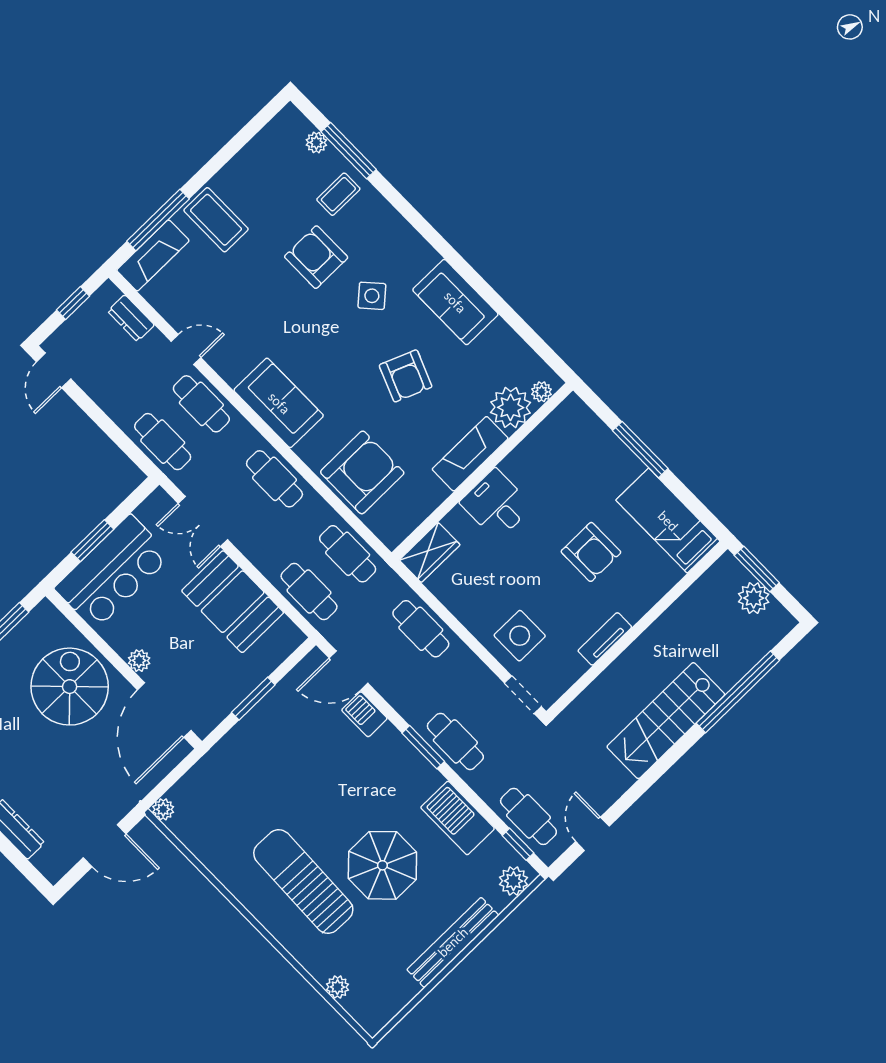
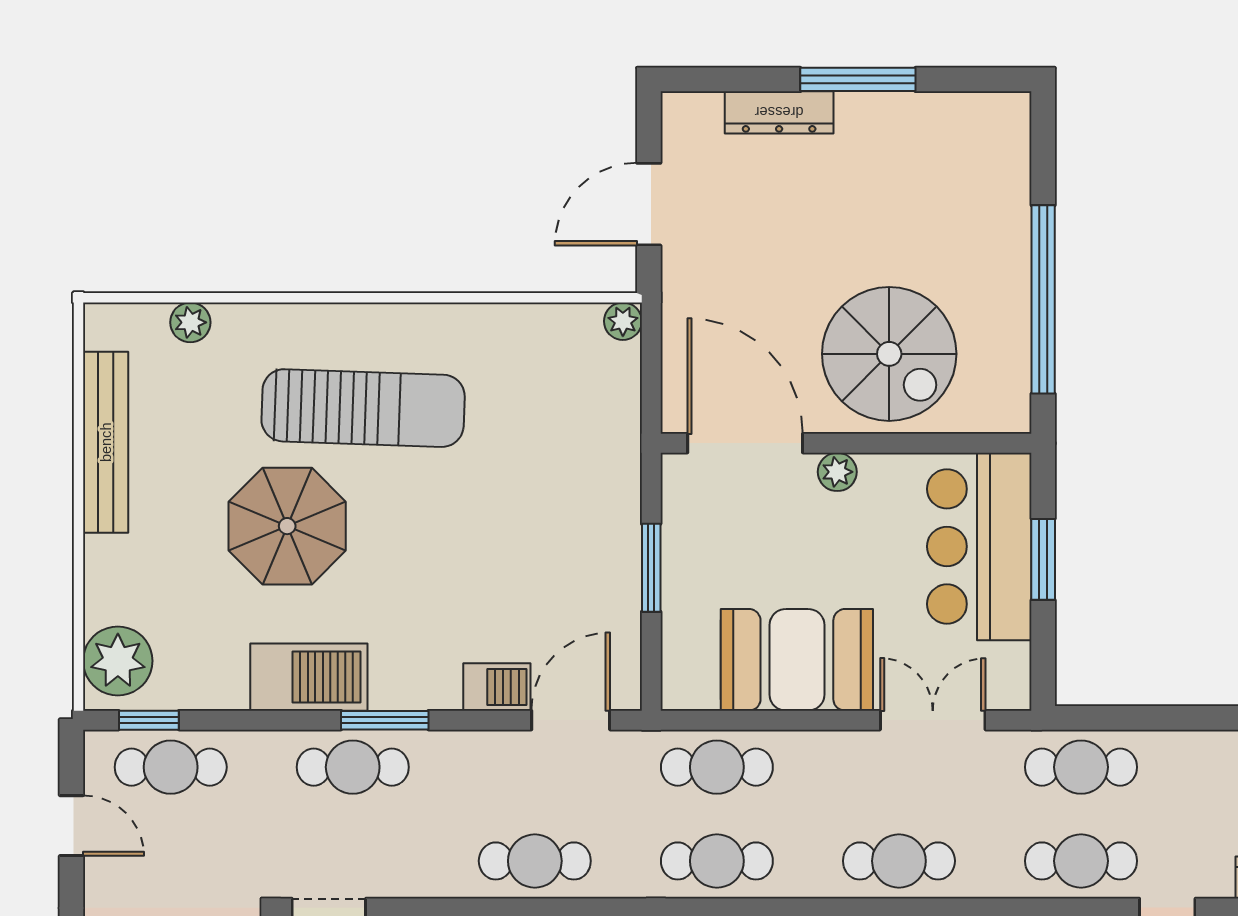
barbecue: (458, 818) -> (309, 677), moved
plant: (514, 881) -> (118, 661), width x1.36, depth x1.36
bench: (453, 942) -> (106, 442), moved

